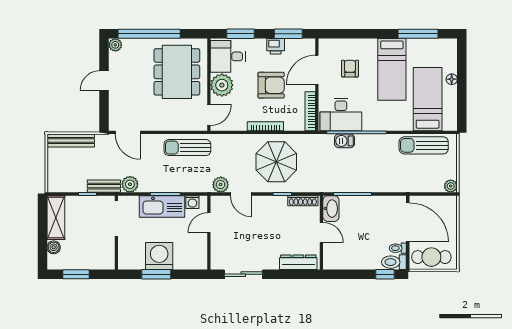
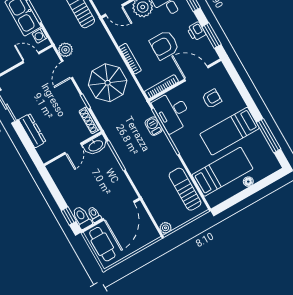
armchair: (271, 85) -> (164, 45), turned 90
dresser: (298, 262) -> (32, 131), moved

